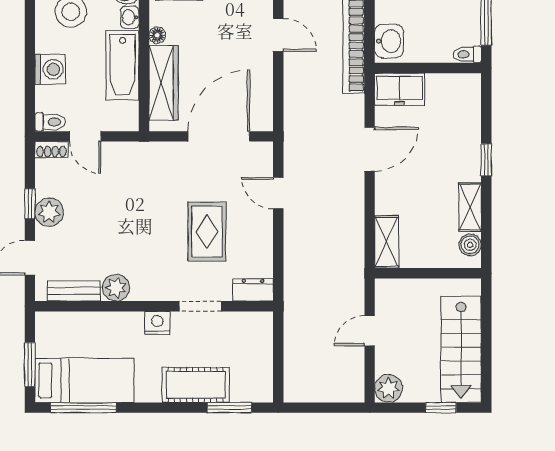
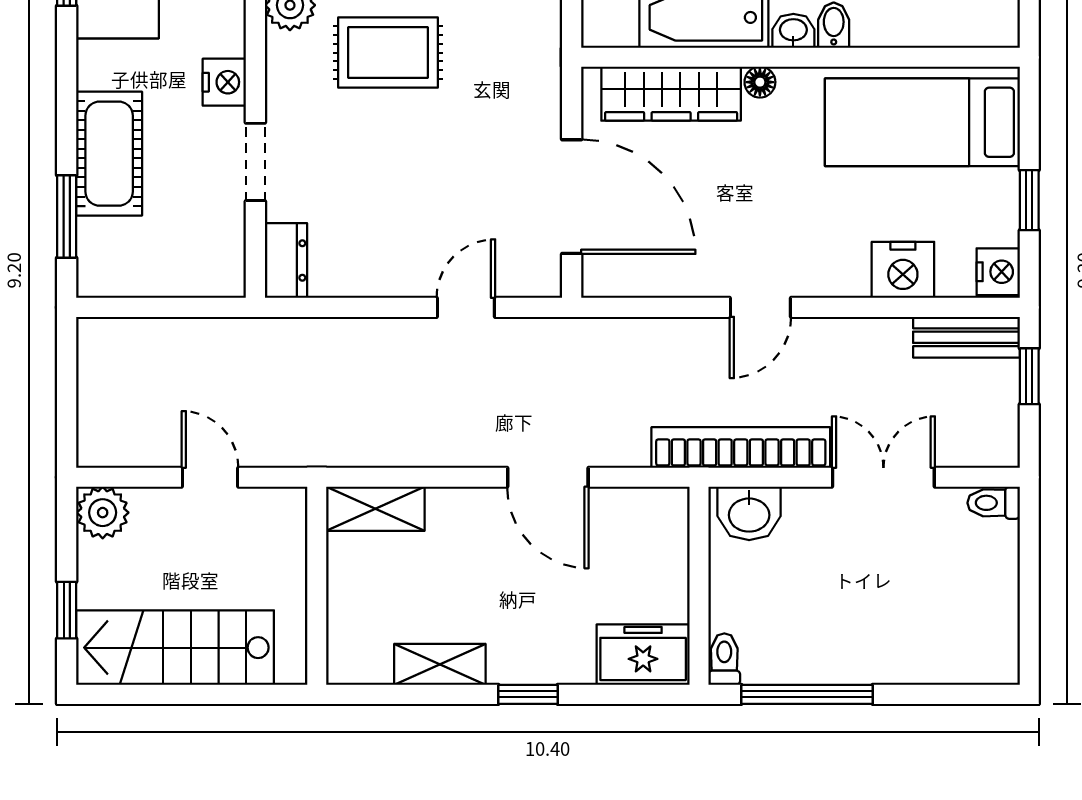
freezer: (400, 89) -> (643, 655), moved, turned 90
rug: (207, 232) -> (388, 53), moved
boiler: (470, 245) -> (370, 664), removed

